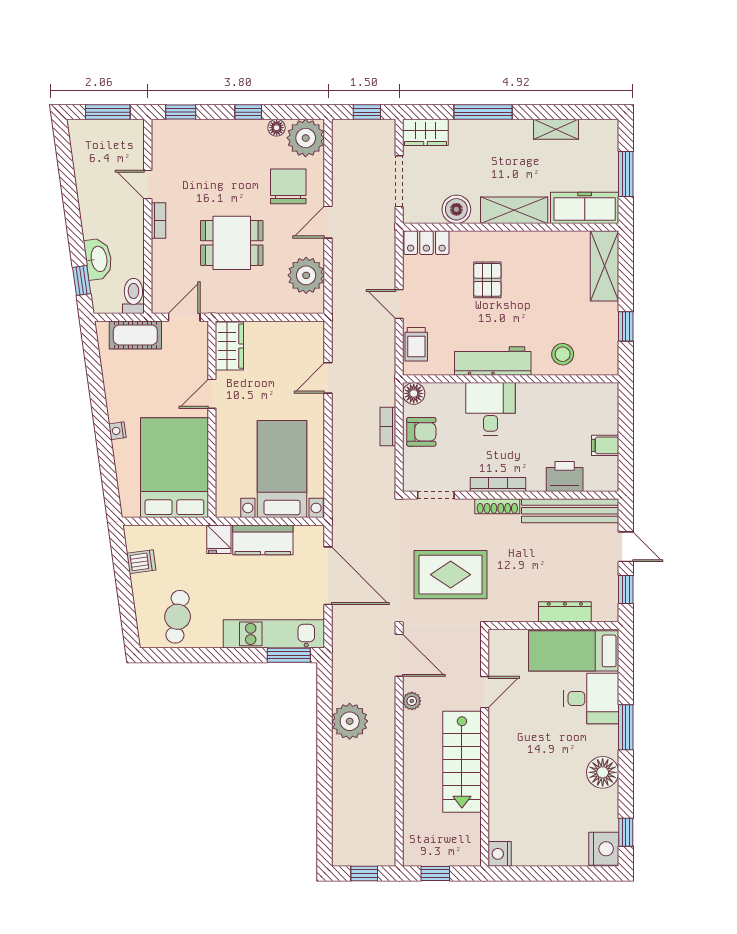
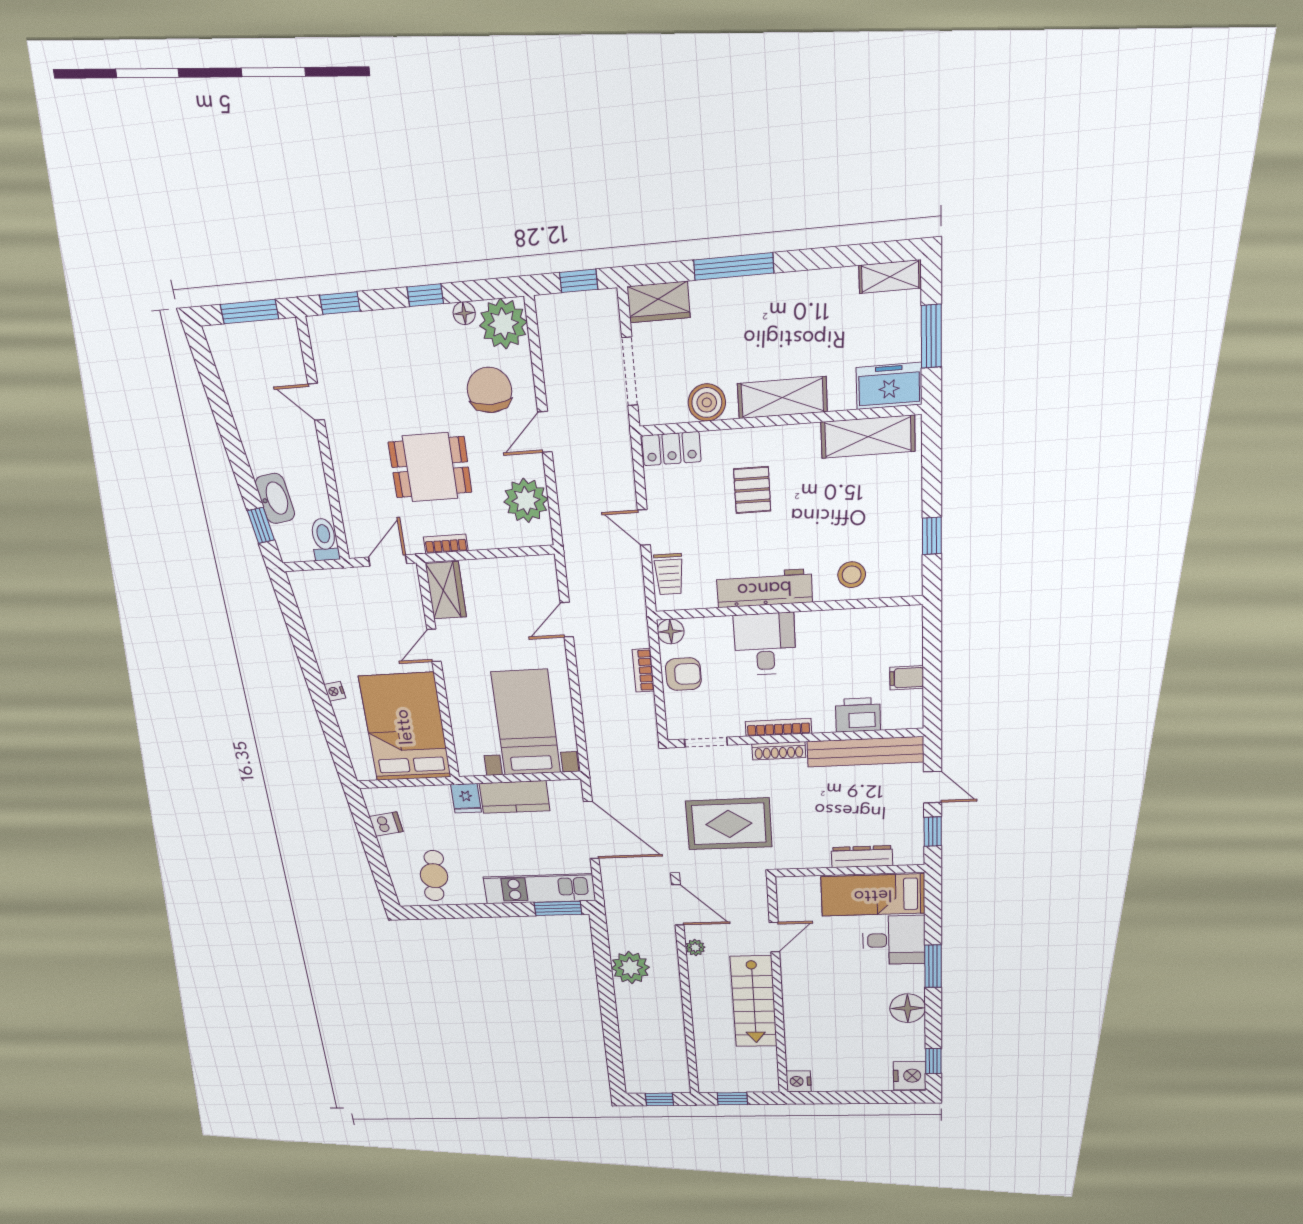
shelving: (556, 129) -> (890, 277), moved
freezer: (585, 208) -> (889, 386), width x0.71
bookcase: (158, 220) -> (446, 544), moved, turned -90
shelving: (604, 266) -> (868, 437), moved, turned 90
cot: (135, 335) -> (335, 584), removed

